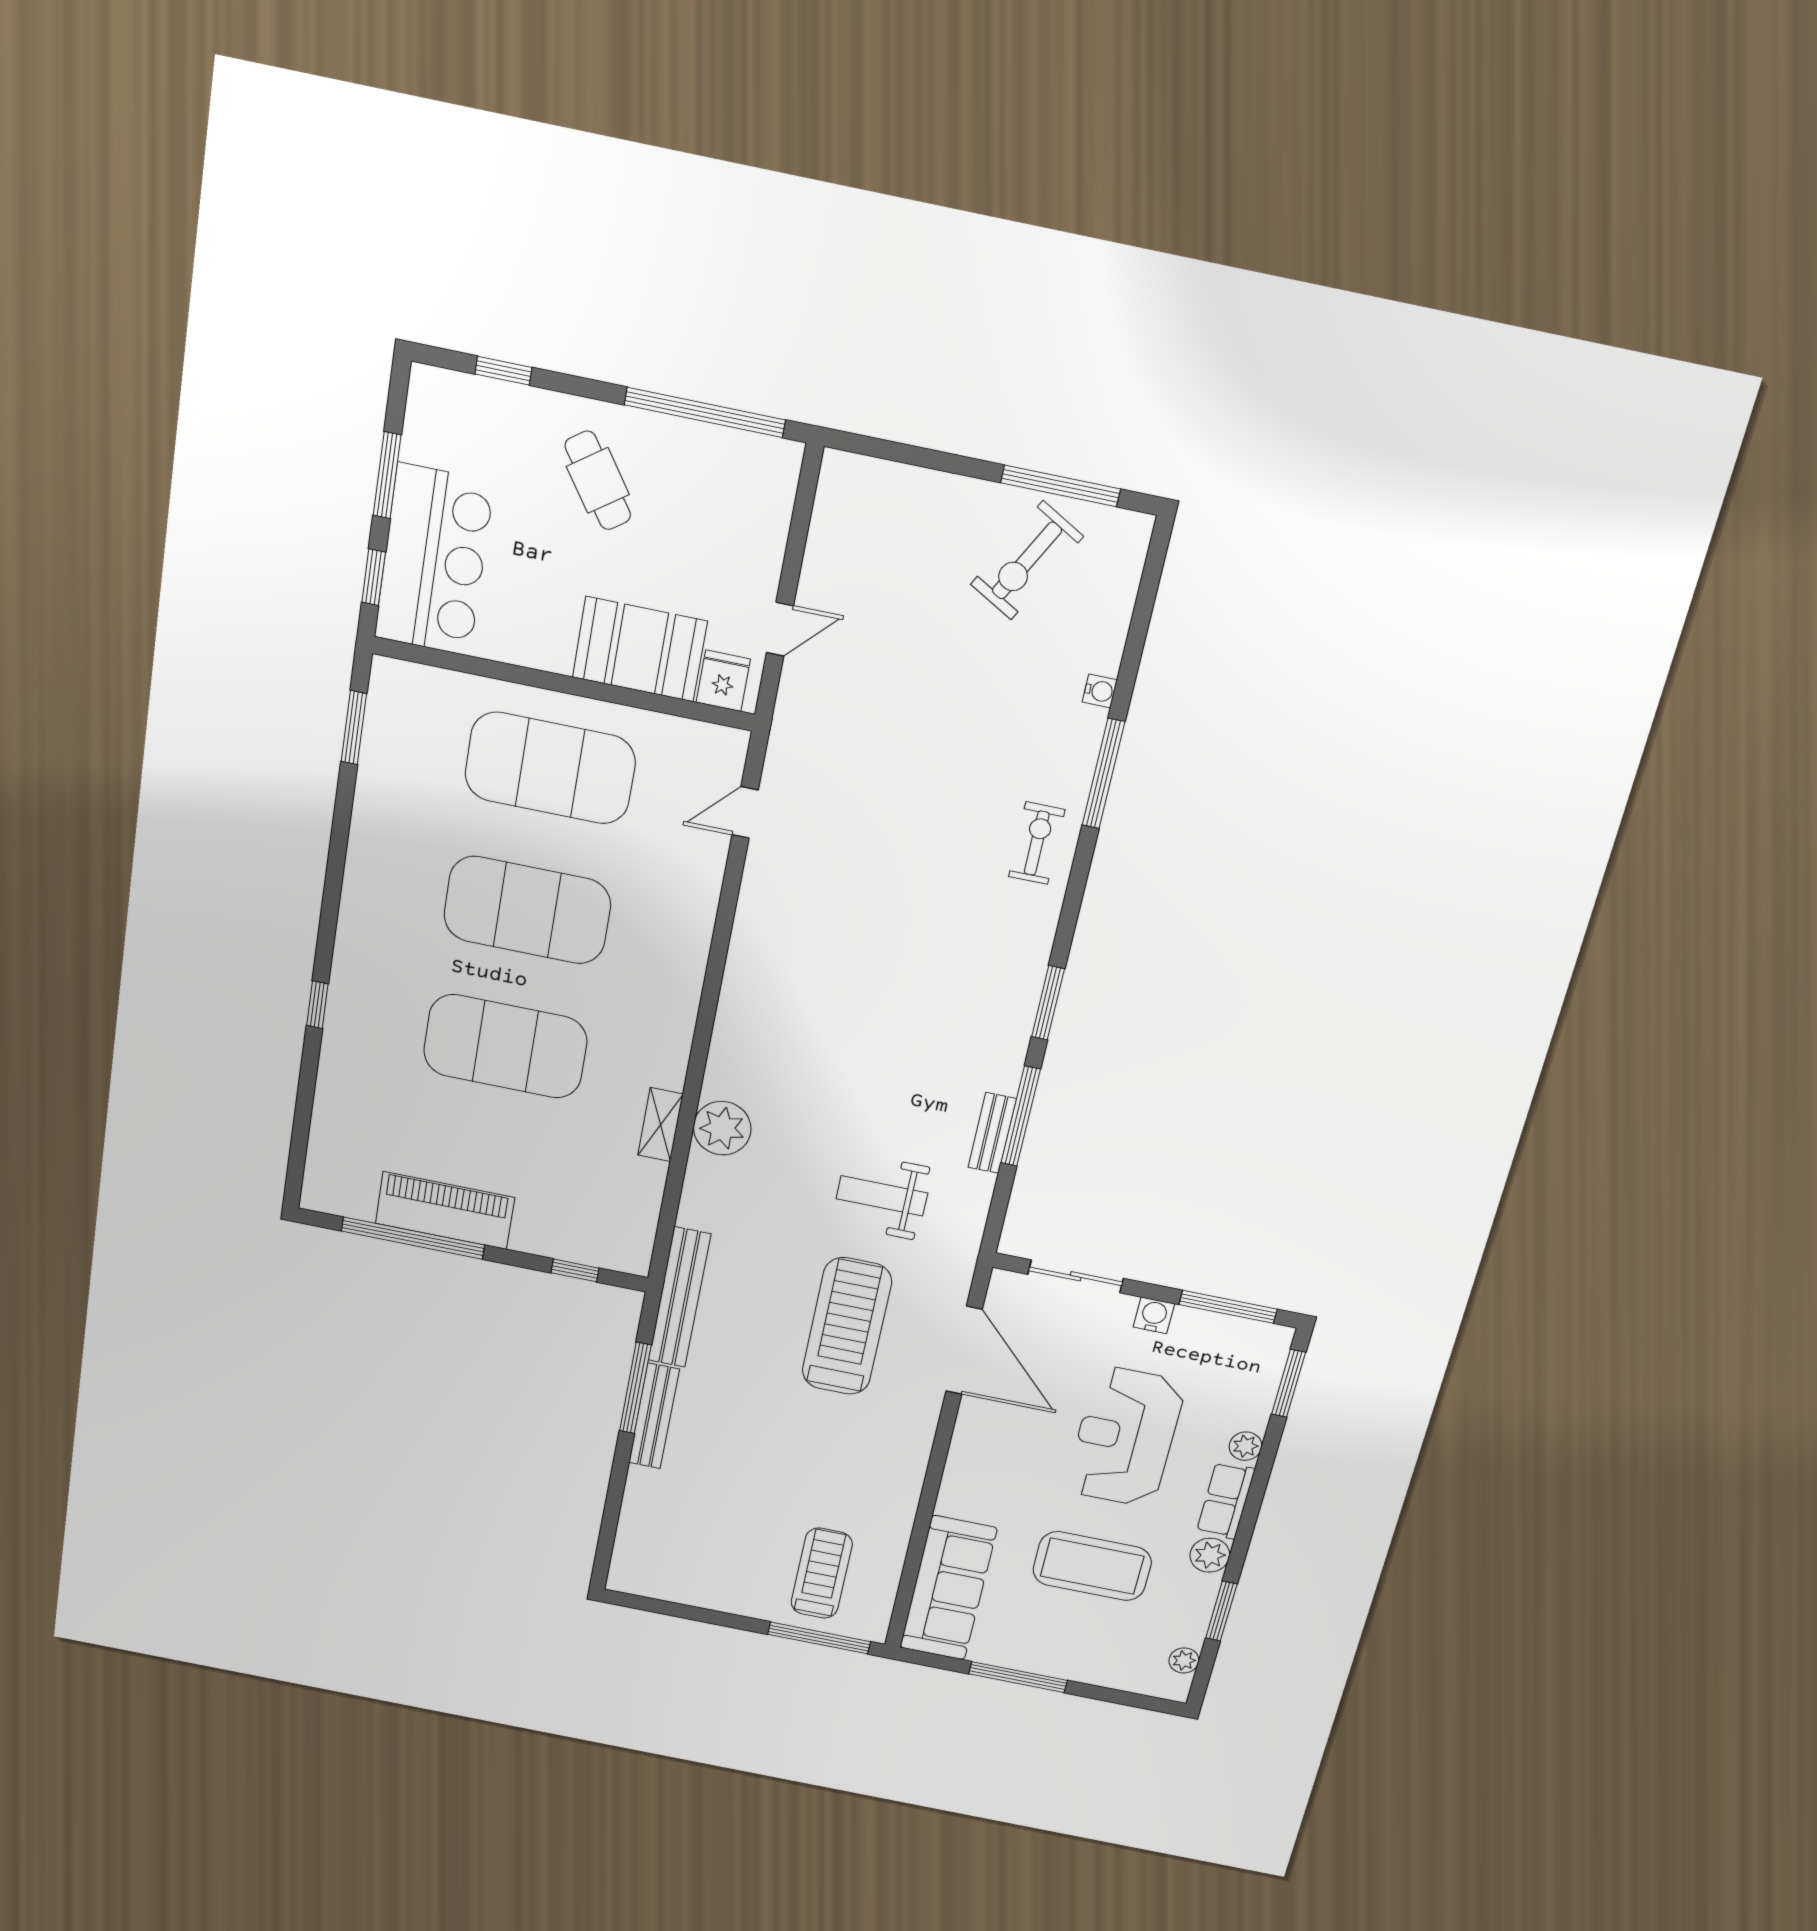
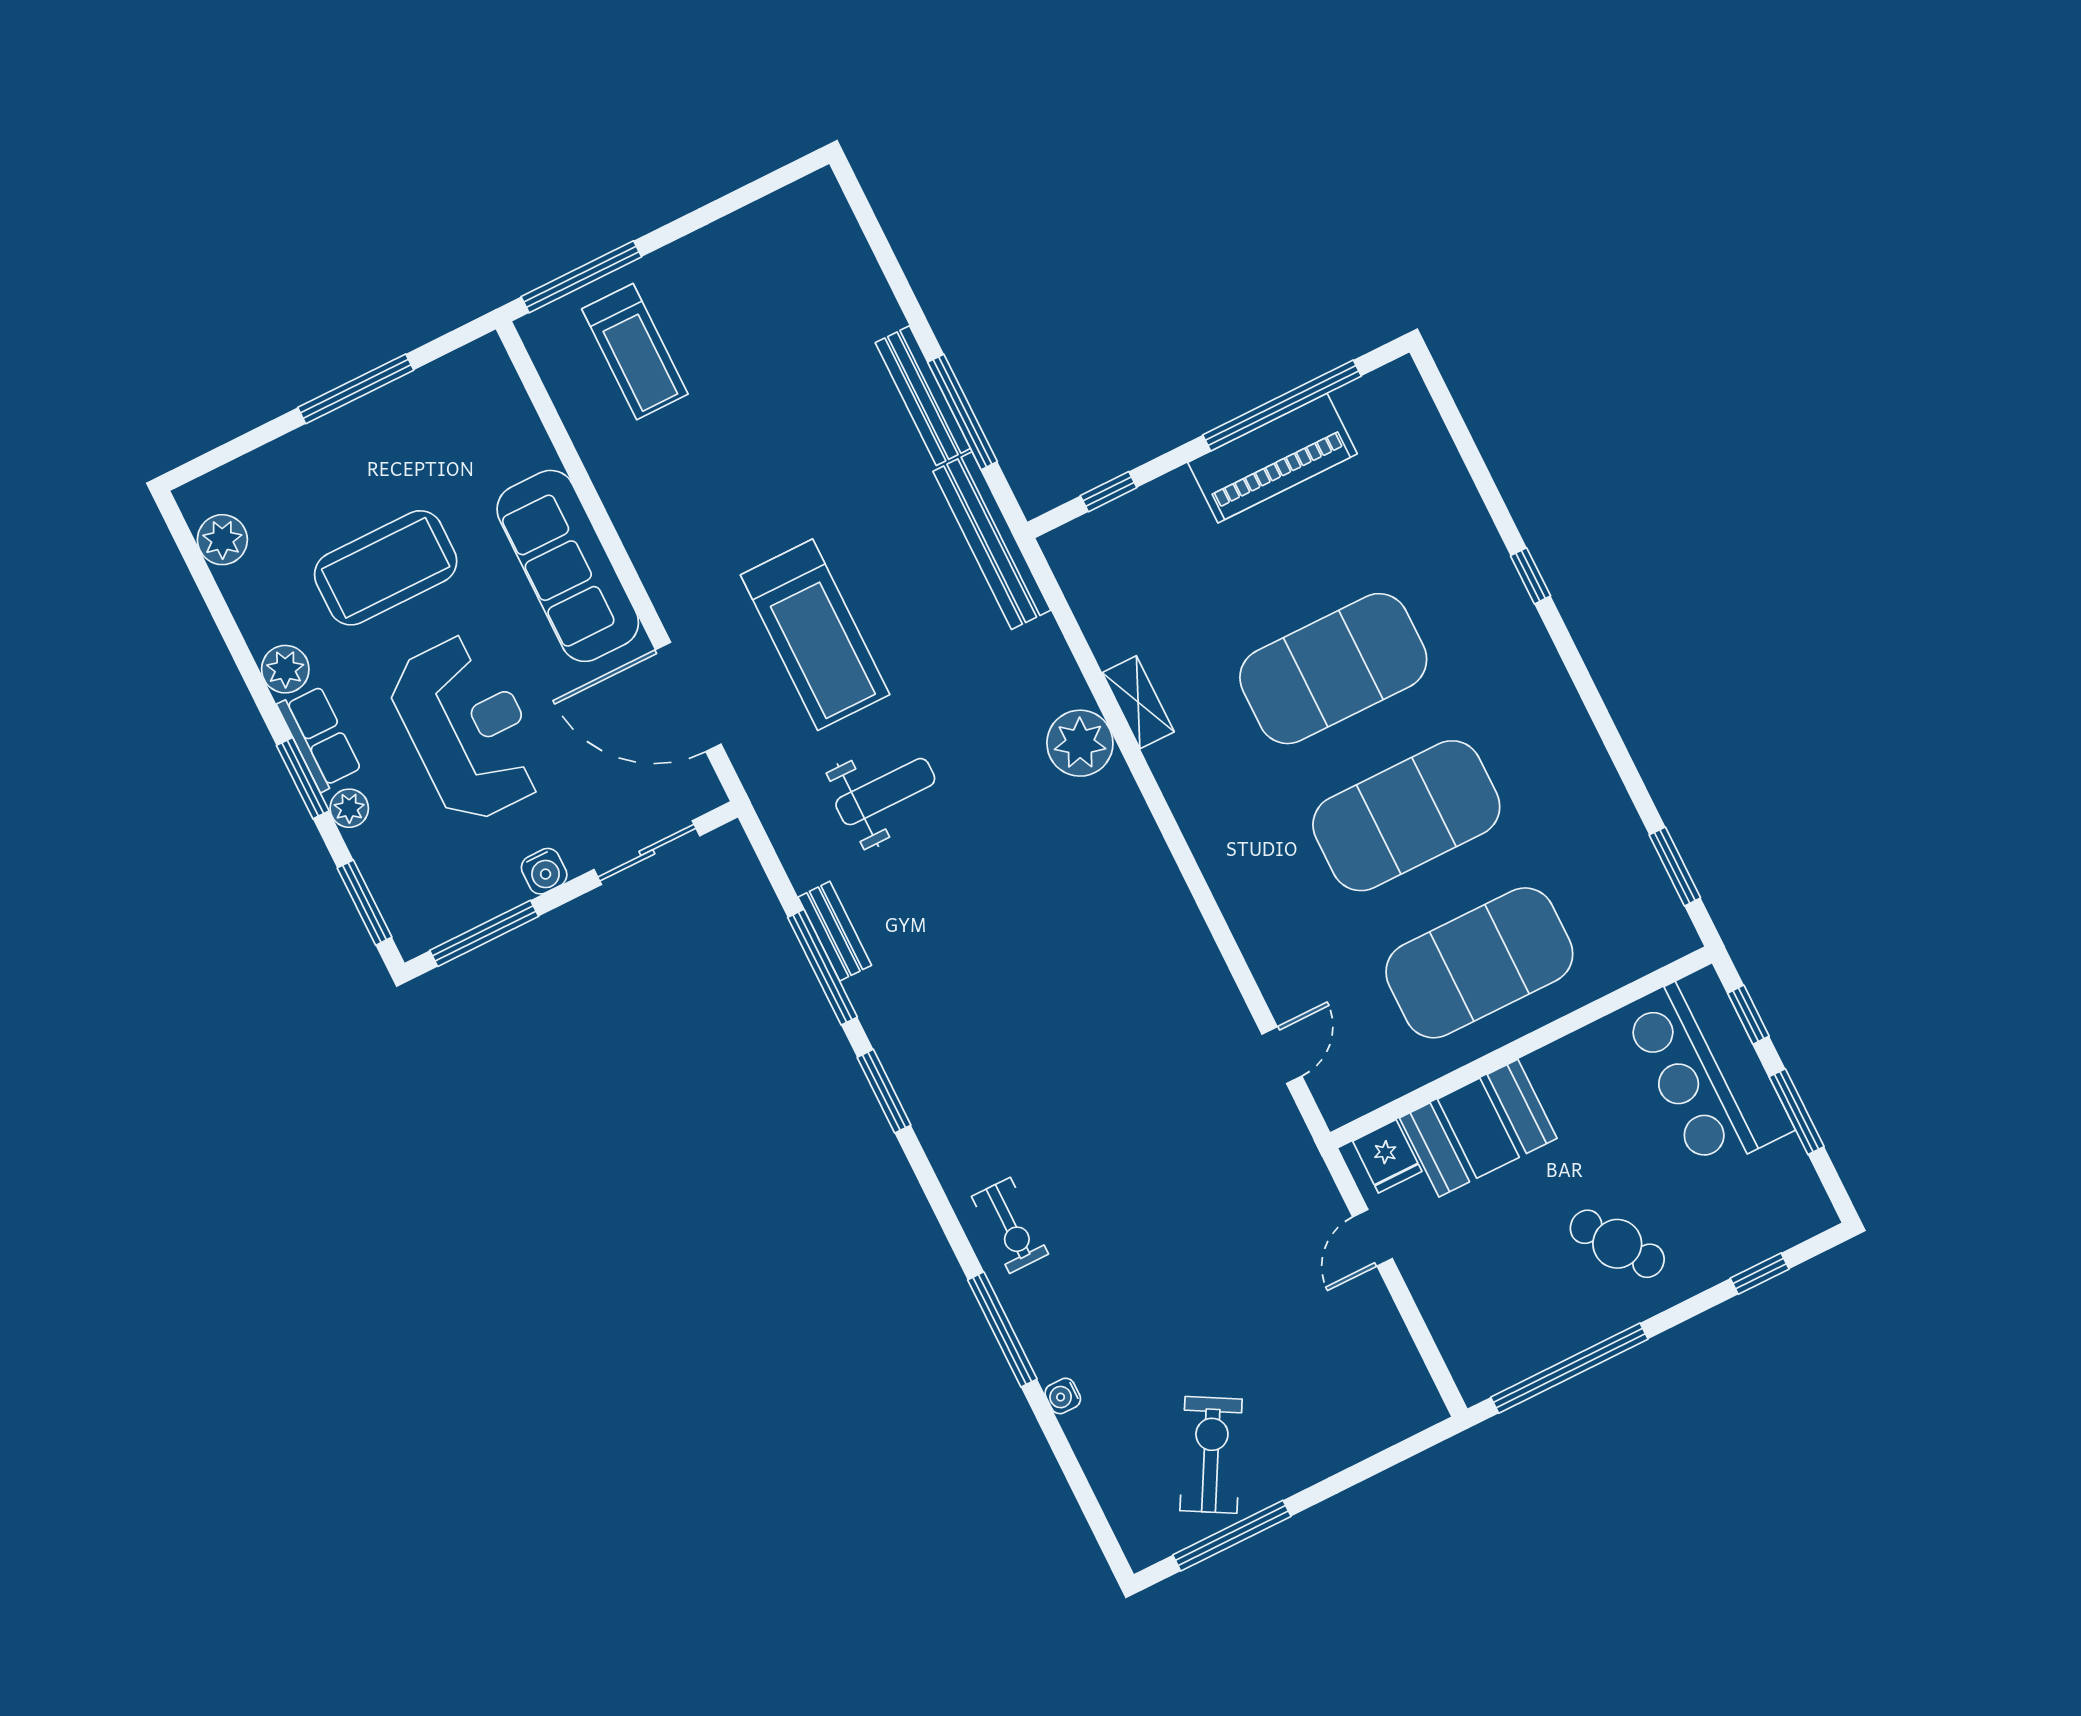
sofa: (948, 1588) -> (568, 566), moved
window: (1221, 1611) -> (303, 778), moved
plant: (1184, 1660) -> (222, 540), width x1.38, depth x1.38

